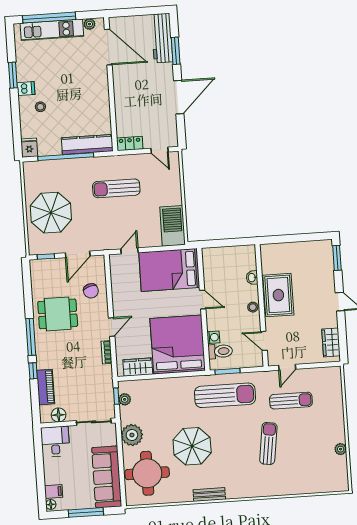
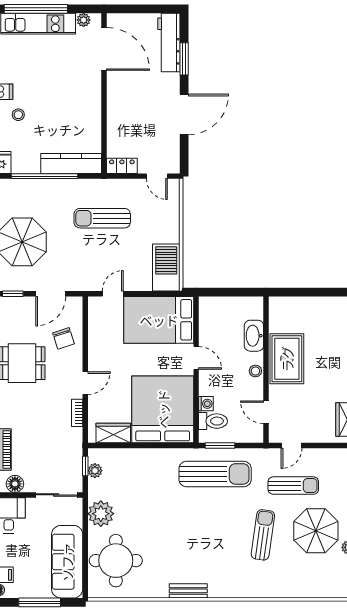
washbasin: (252, 278) -> (254, 336), width x1.91, depth x1.45
parasol: (192, 446) -> (316, 531), moved

